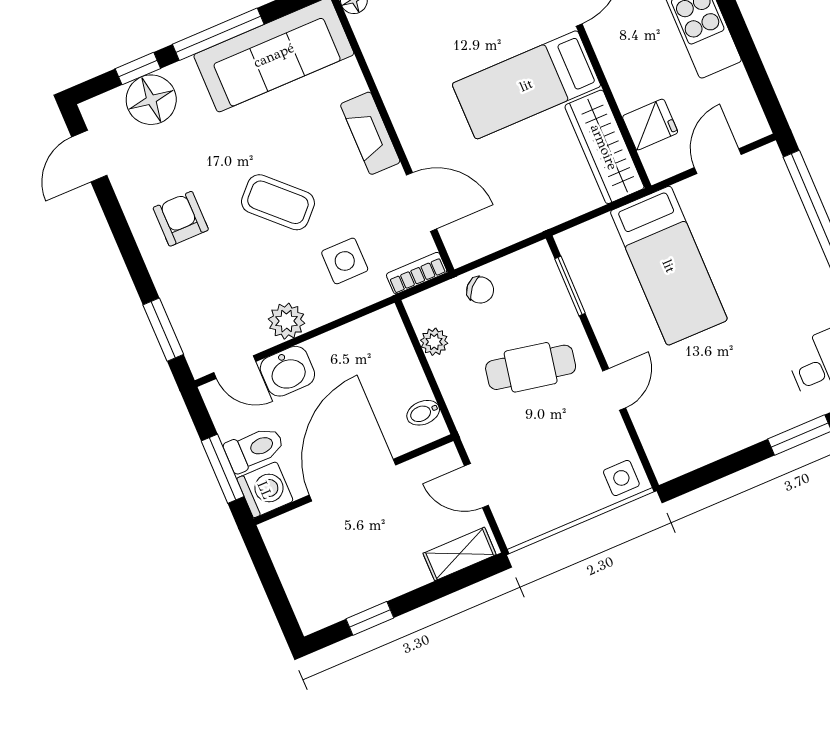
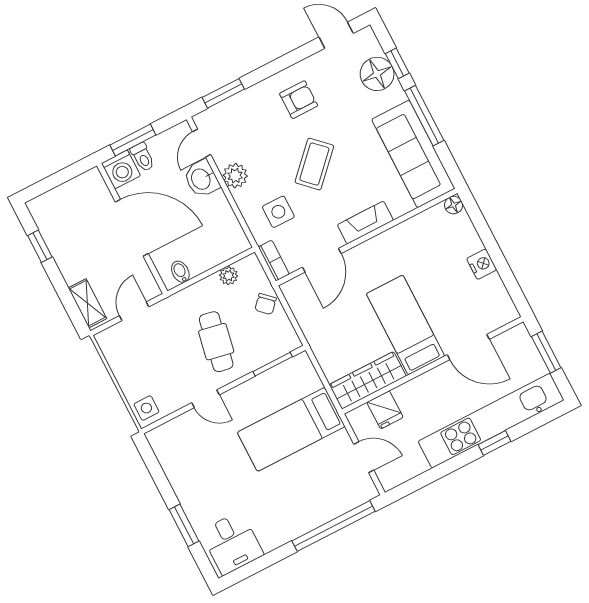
toilet: (254, 449) -> (143, 157), width x0.73, depth x0.72

